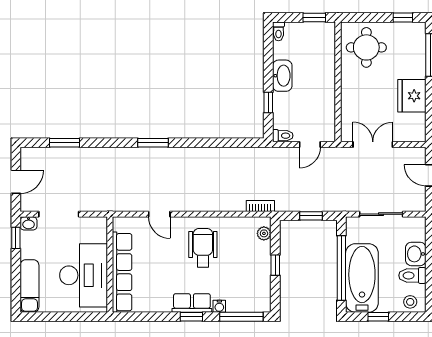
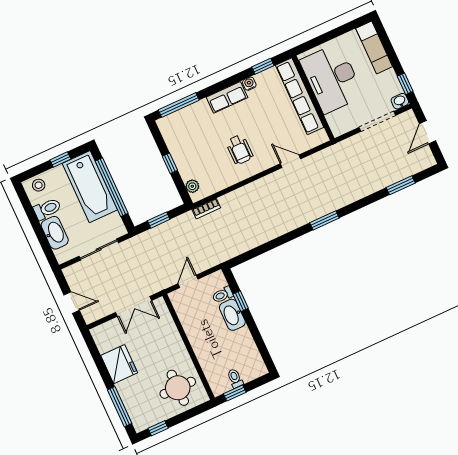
toilet: (278, 31) -> (235, 378), moved
washbasin: (282, 76) -> (232, 315), moved
toilet: (283, 136) -> (223, 295), moved
wheelchair: (203, 248) -> (239, 150), width x0.73, depth x0.73
washbasin: (416, 254) -> (55, 233), width x1.38
water cooler: (219, 306) -> (249, 84), moved
window: (191, 317) -> (263, 66), moved

